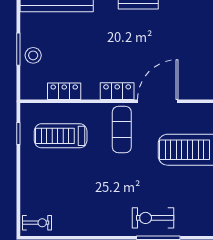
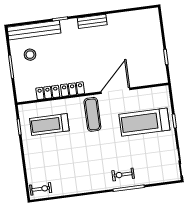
stool: (33, 55) -> (30, 55), moved
locker: (117, 91) -> (72, 89), moved
exercise bike: (153, 218) -> (123, 175), width x0.73, depth x0.72

